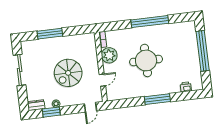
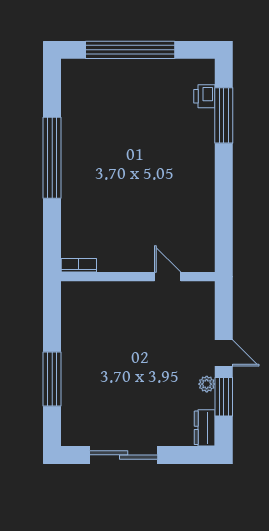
plant: (109, 55) -> (115, 255), removed
round table: (146, 60) -> (136, 176), removed
spiral stairs: (68, 73) -> (143, 350), removed
window: (157, 99) -> (224, 115), moved
door: (91, 107) -> (224, 353), moved

